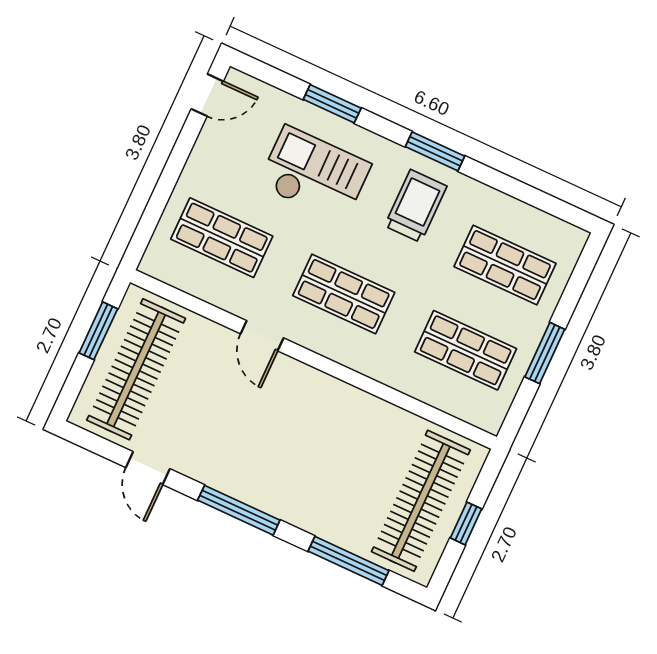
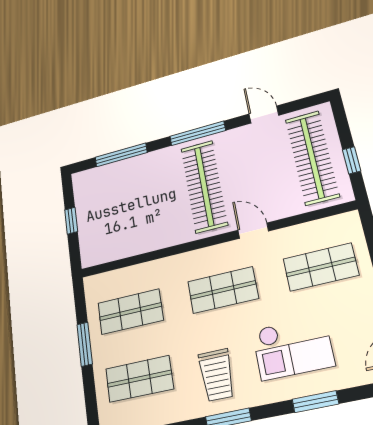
window: (98, 331) -> (352, 160), width x0.67
clothes rail: (421, 501) -> (204, 186), moved

